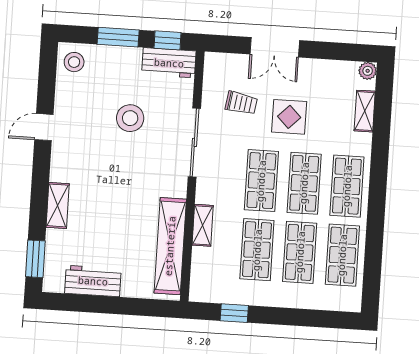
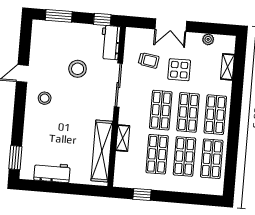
window: (118, 37) -> (59, 16), moved
stool: (74, 62) -> (45, 98), moved
workbench: (169, 63) -> (110, 43), moved, turned 90
plant: (368, 71) -> (208, 39), moved
shelving: (58, 205) -> (30, 124), removed

